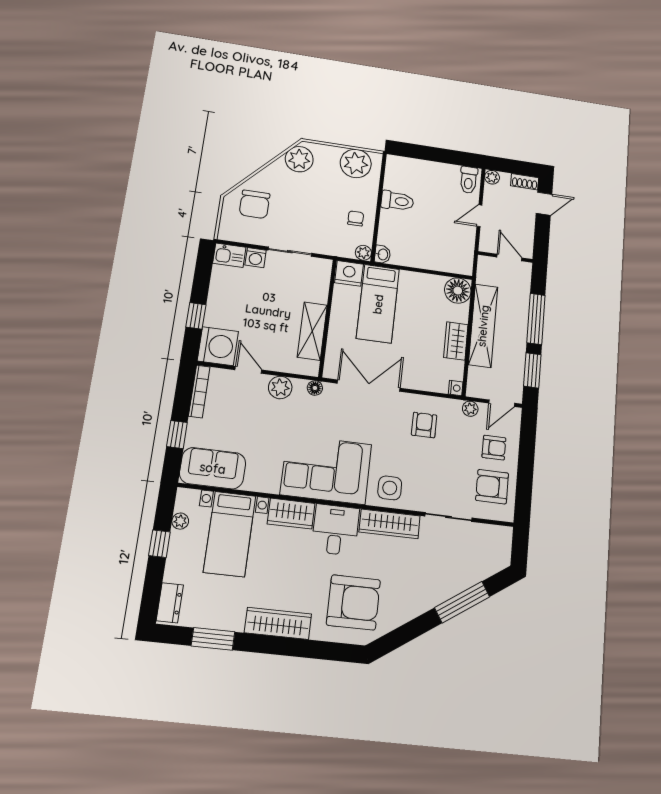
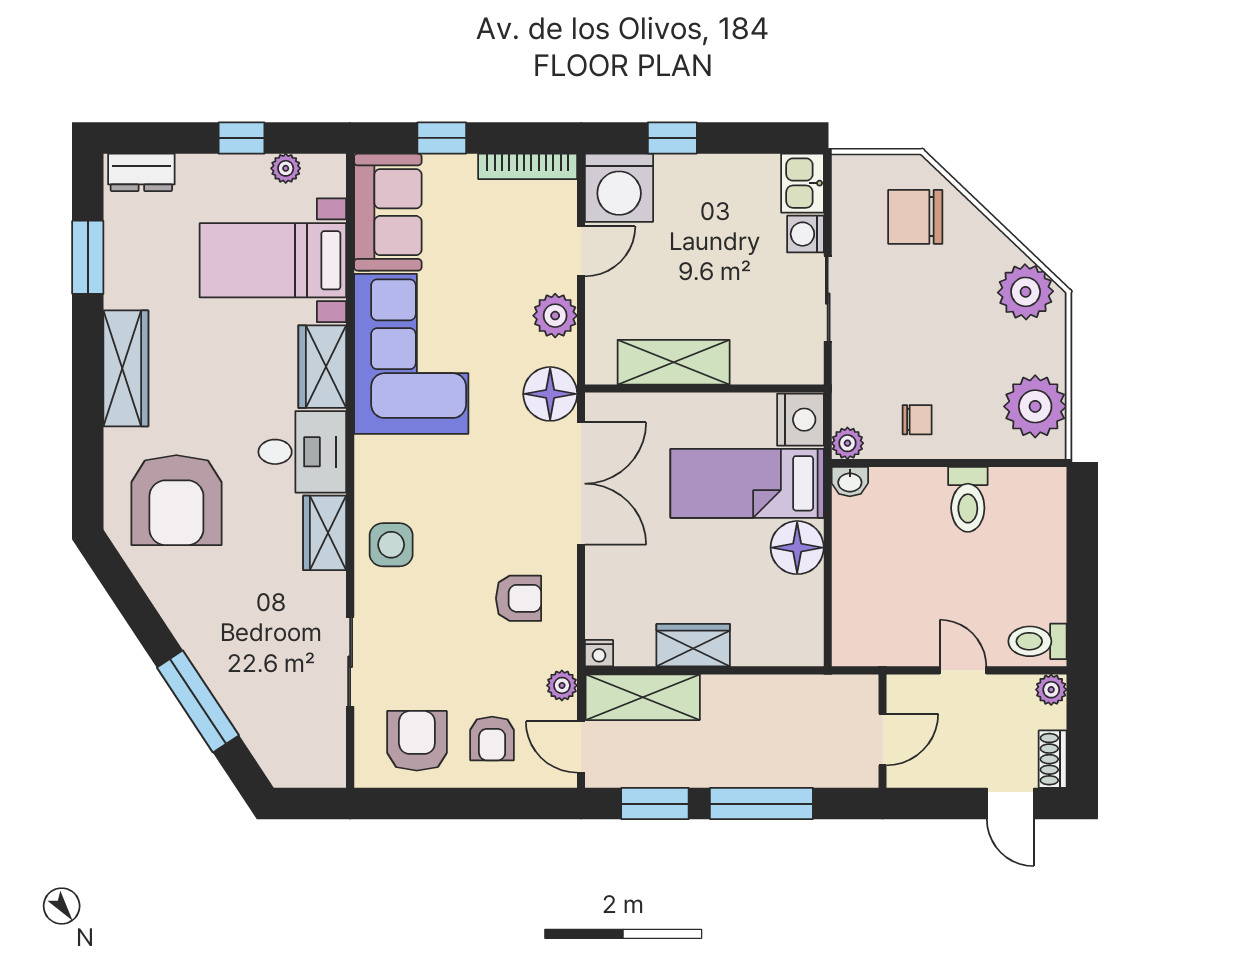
floor lamp: (458, 291) -> (797, 548), moved
shelving: (483, 326) -> (643, 697), moved, width x0.68
floor lamp: (315, 388) -> (550, 394), width x1.89, depth x1.89
corner sofa: (326, 469) -> (411, 354), moved
wardrobe: (390, 524) -> (325, 533), width x0.67

